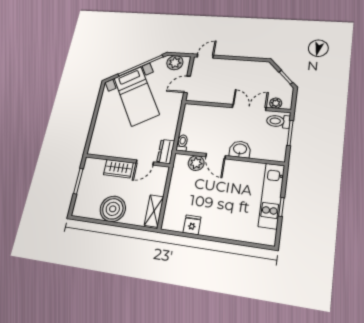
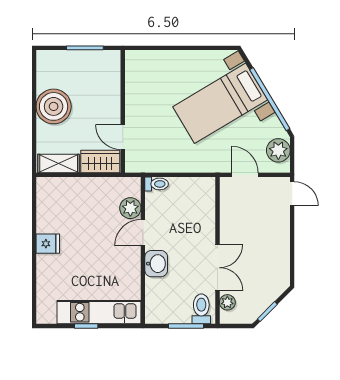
dresser: (166, 152) -> (142, 163), removed
wardrobe: (118, 169) -> (100, 161), moved, turned 90
fridge: (192, 225) -> (48, 244), moved

